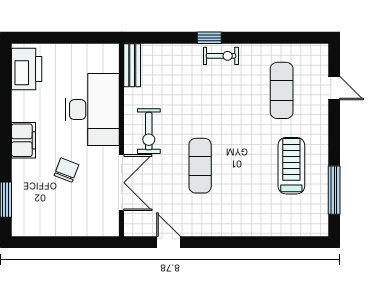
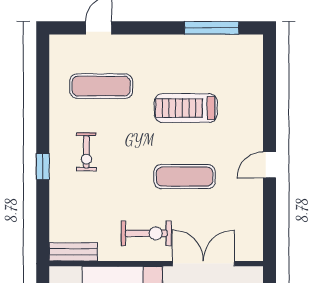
exercise bike: (221, 56) -> (86, 152), moved, turned 180
treadmill: (291, 166) -> (186, 108), moved
door: (169, 242) -> (269, 165), moved

